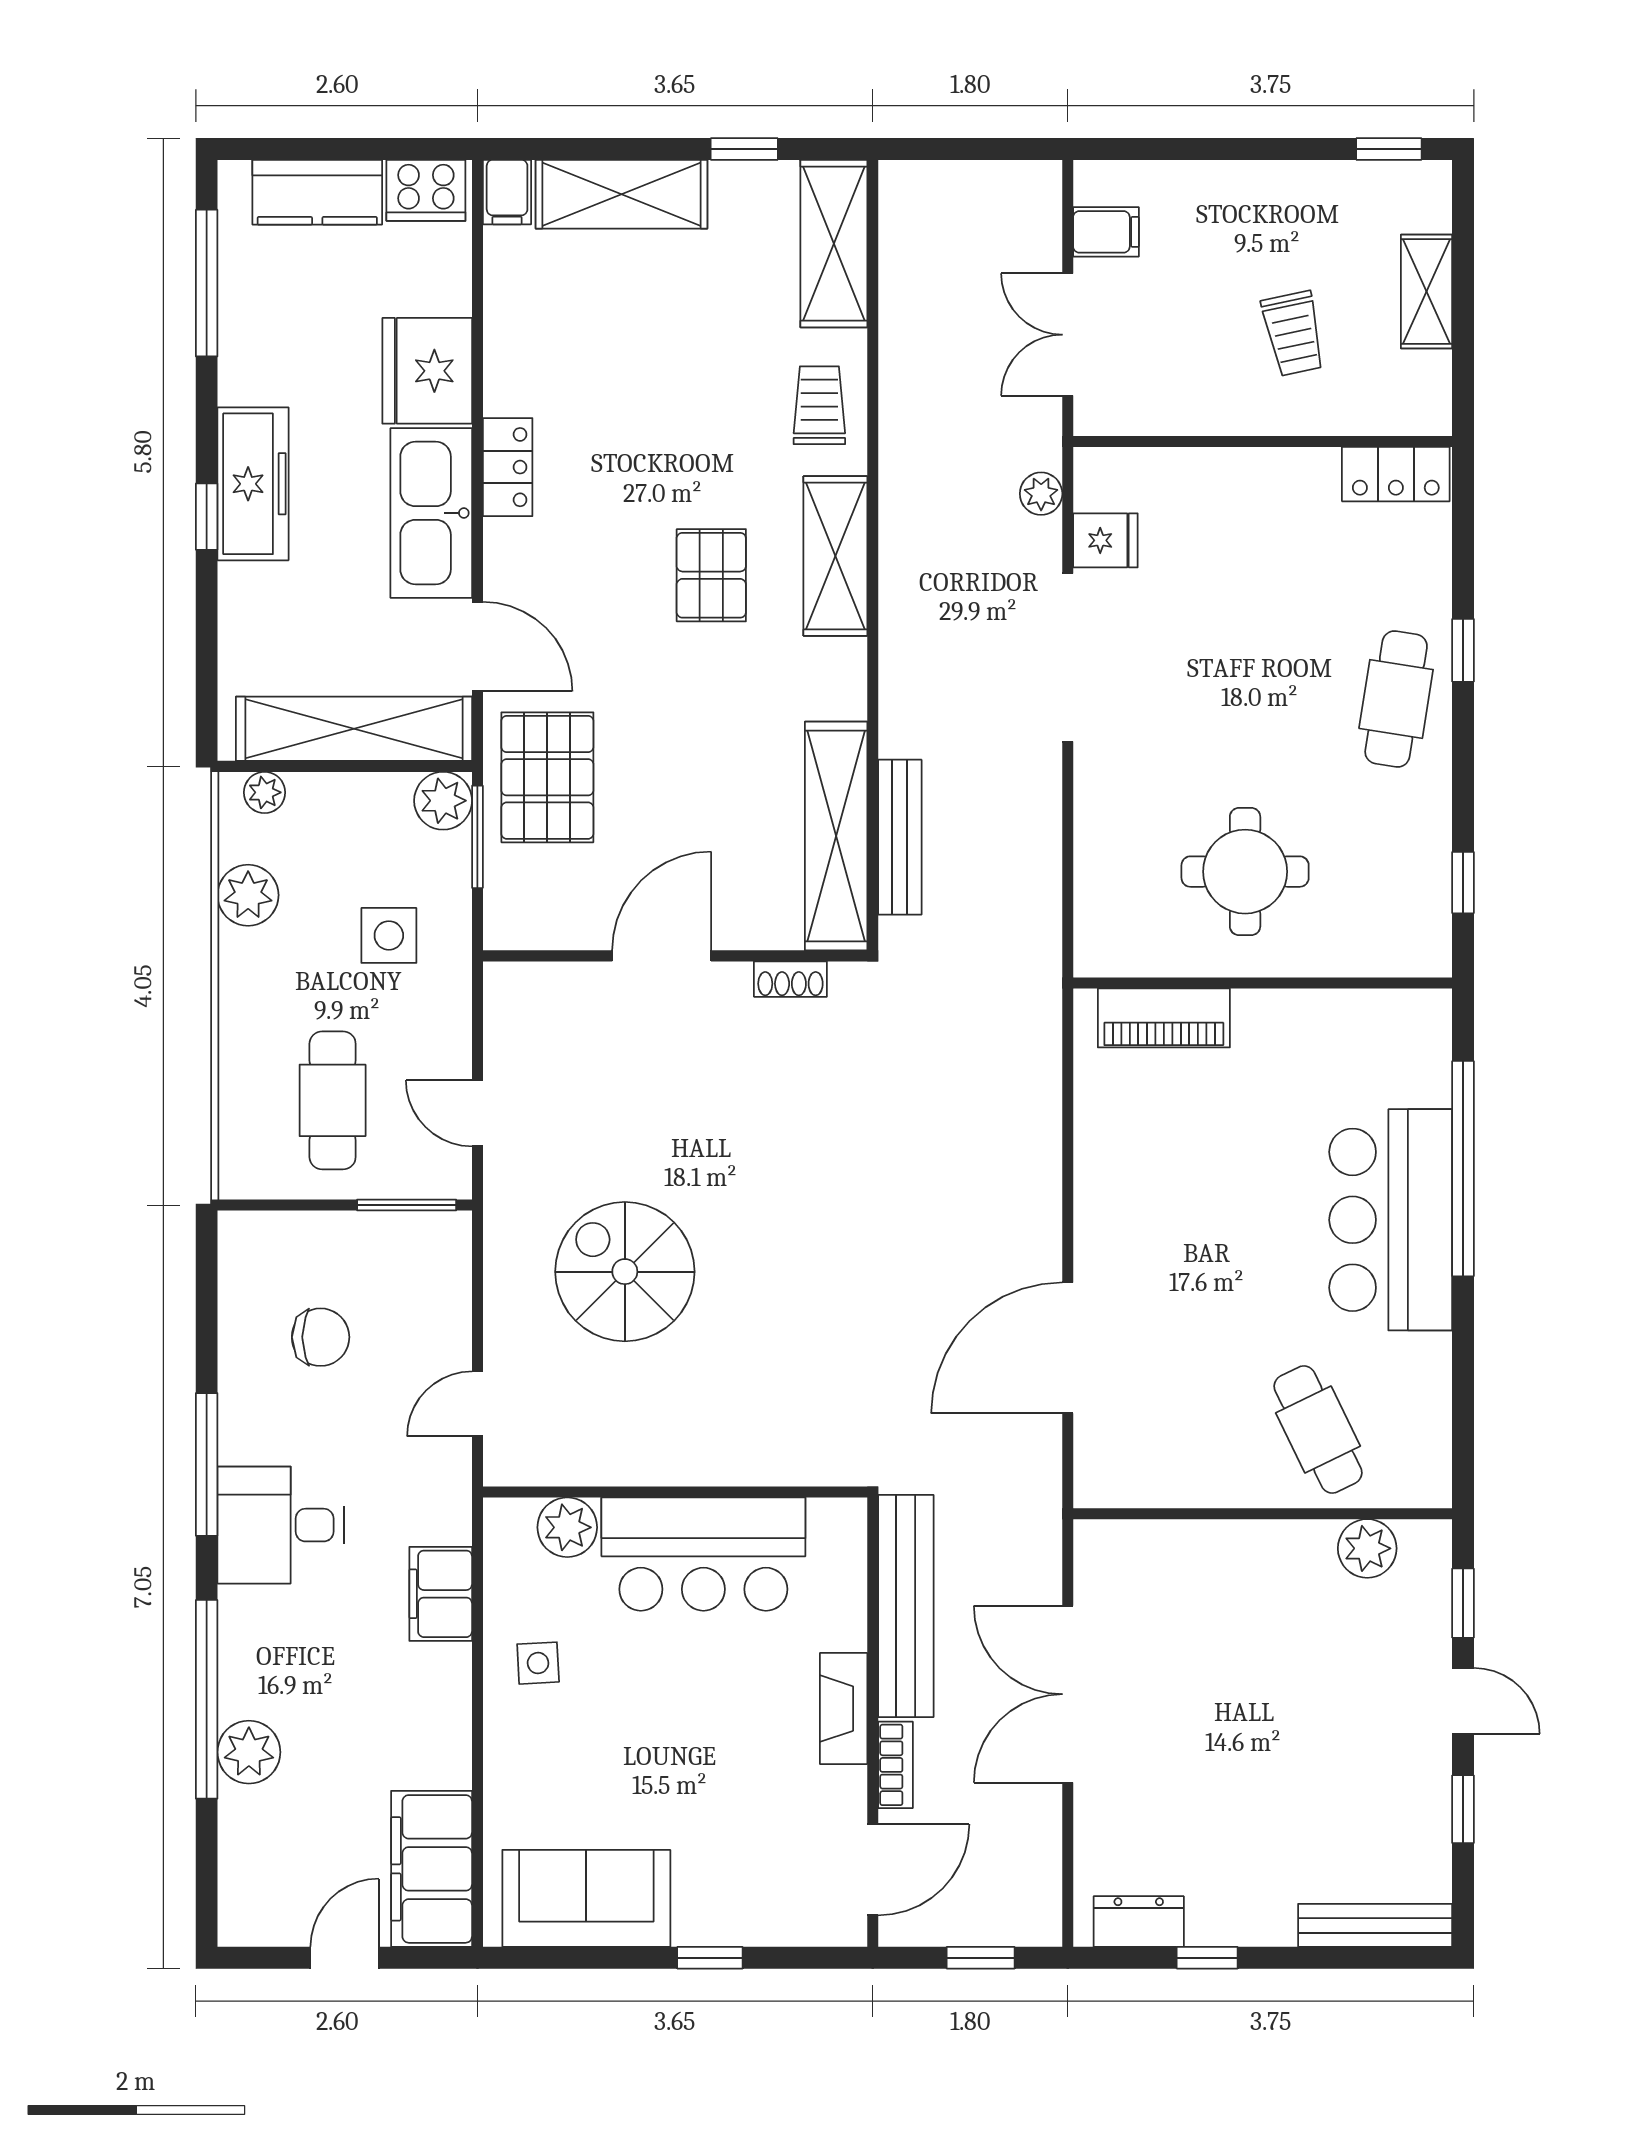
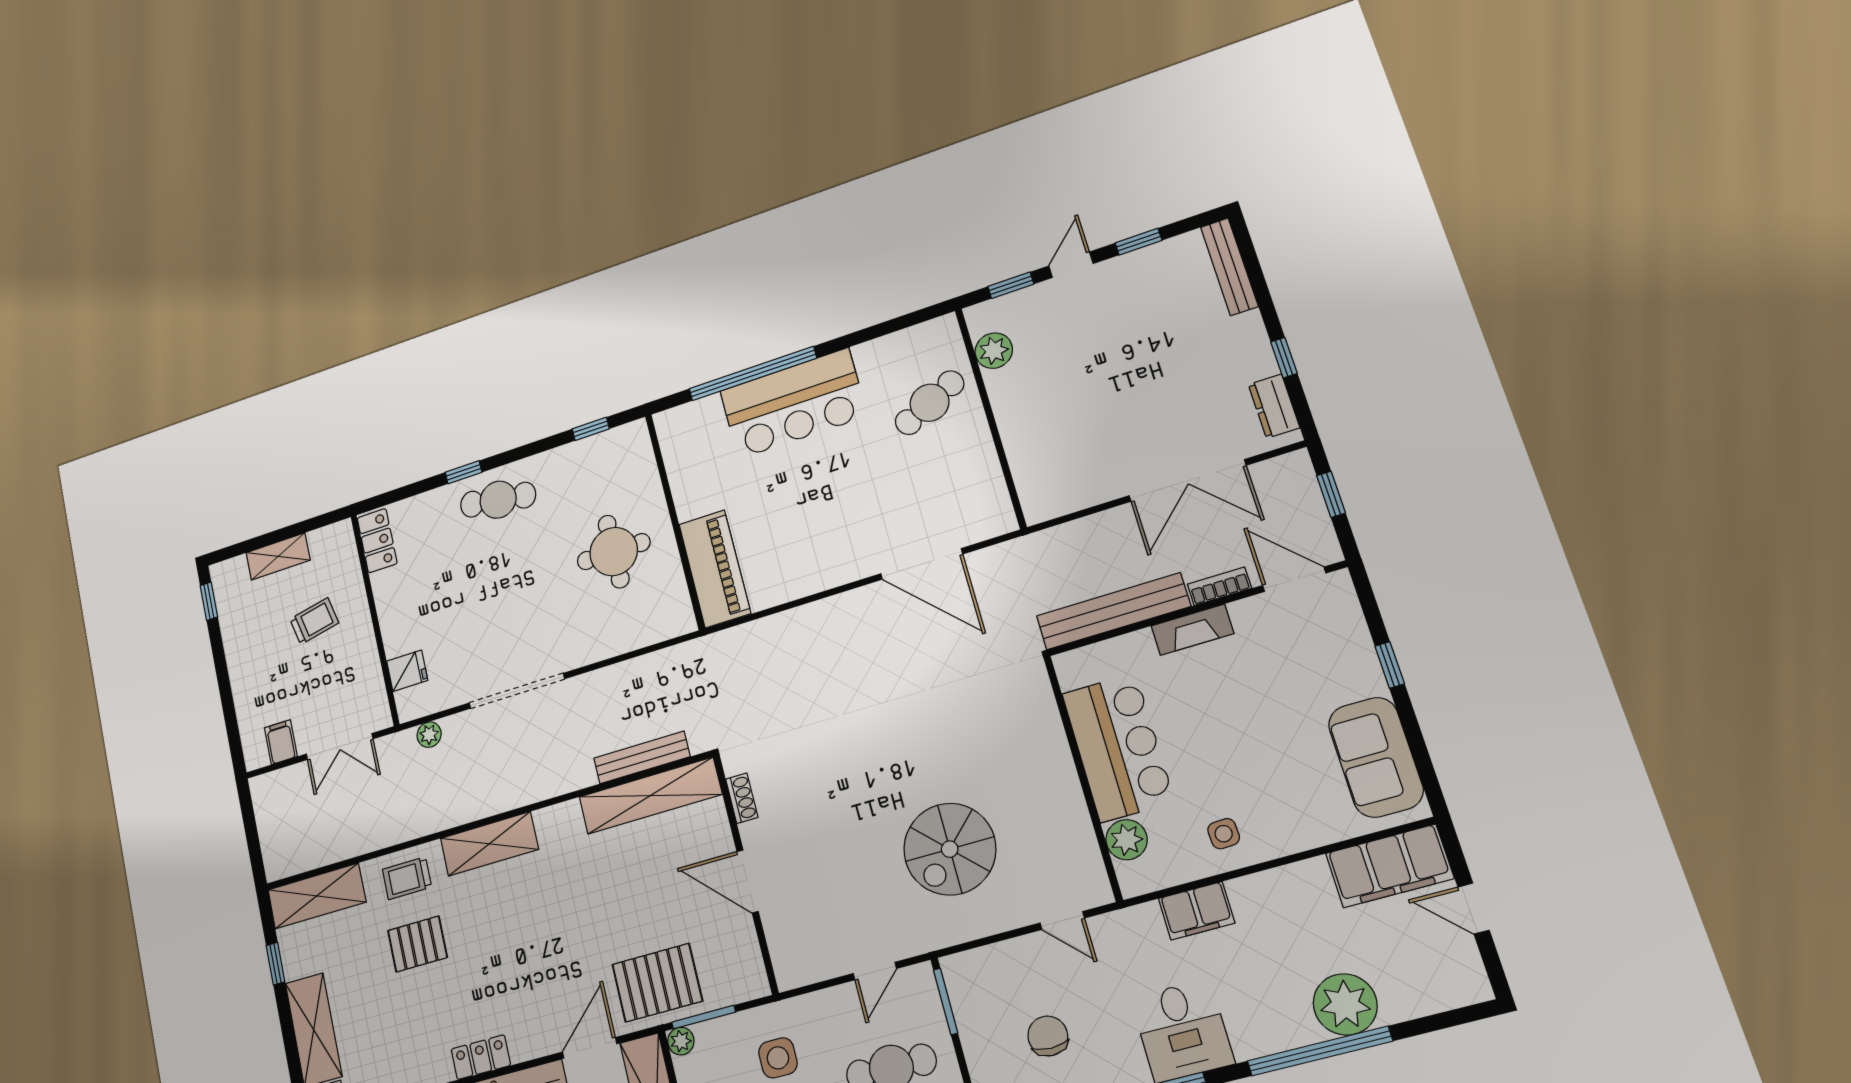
fridge: (1105, 540) -> (407, 671), moved, turned 90
pallet: (711, 575) -> (418, 944), moved
plant: (443, 801) -> (681, 1041), width x0.73, depth x0.73
piano: (1164, 1018) -> (715, 569), width x1.37, depth x1.33
double door: (1068, 1694) -> (1187, 481), moved
plant: (249, 1752) -> (1345, 1004), width x1.36, depth x1.36

